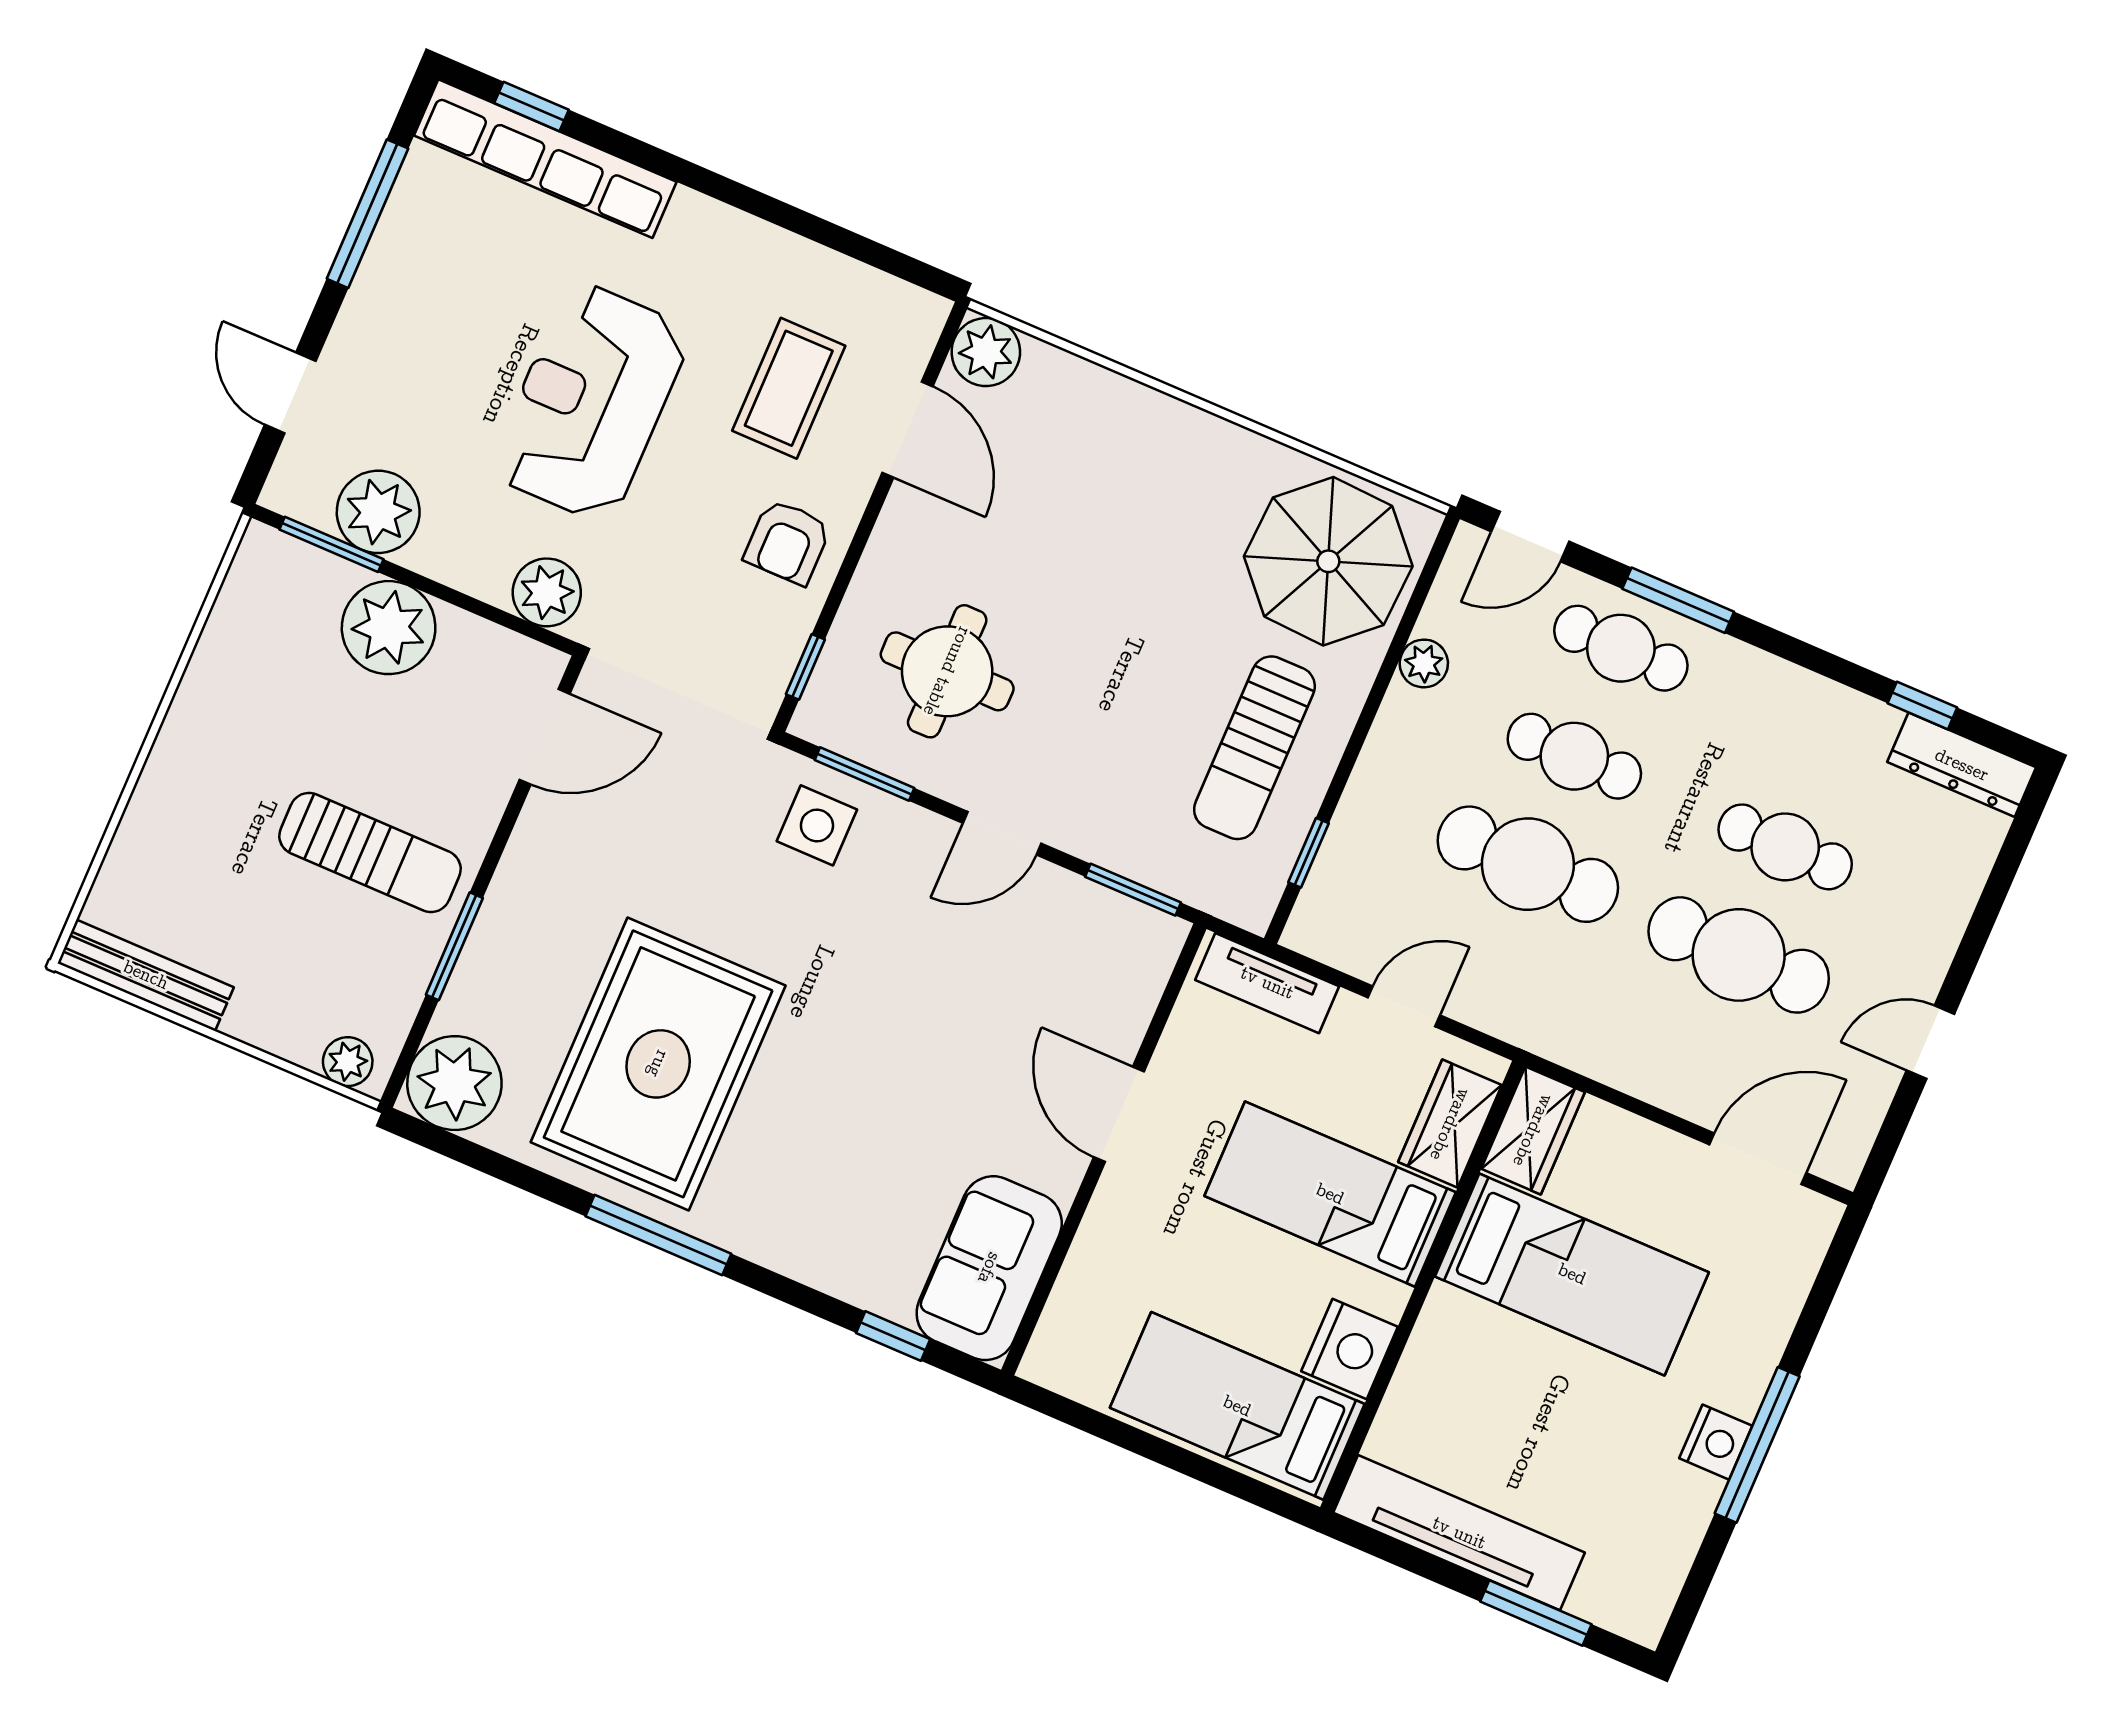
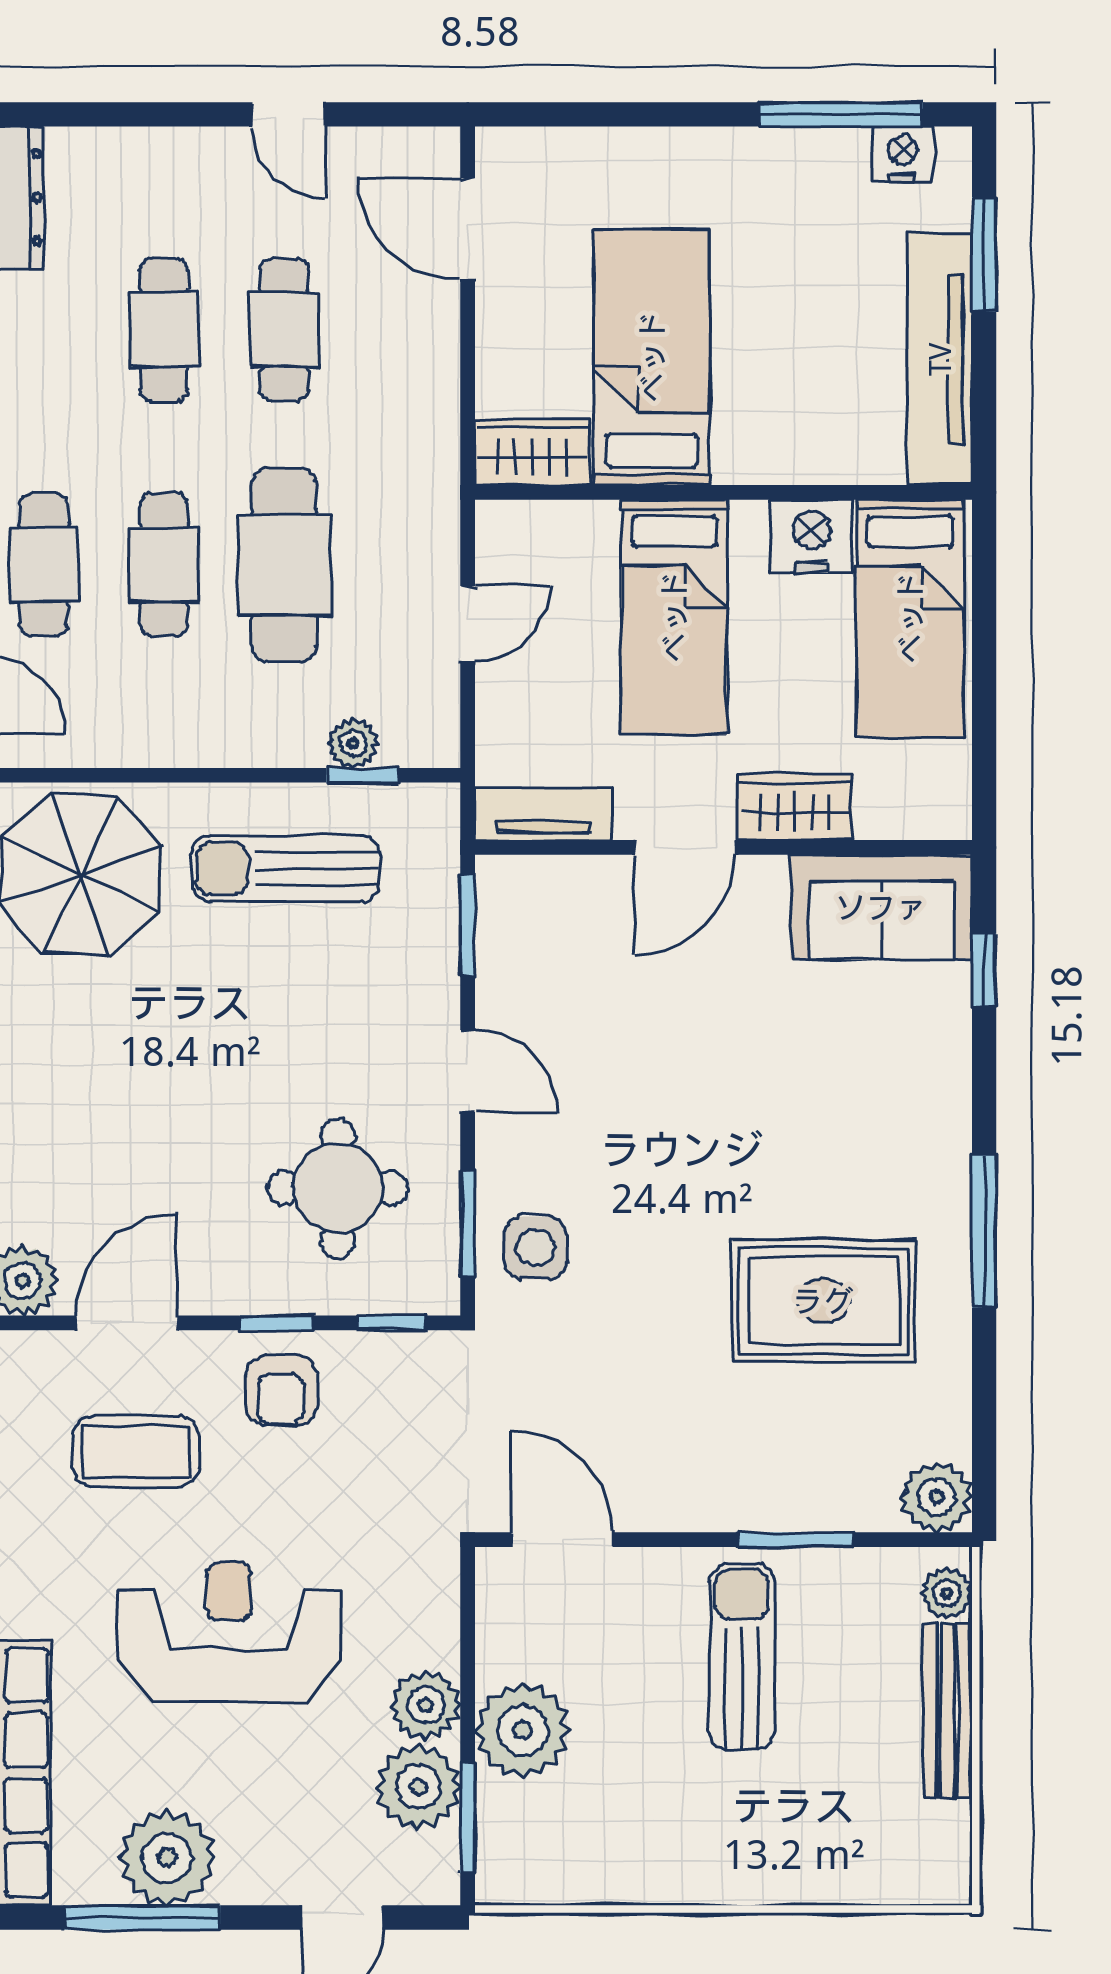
plant: (412, 259) -> (167, 1858), added
reception desk: (591, 402) -> (229, 1632), turned 180
armchair: (787, 542) -> (281, 1390), turned 90
window: (850, 564) -> (277, 1323), added
plant: (547, 592) -> (426, 1705), moved
plant: (1424, 663) -> (353, 743), moved
sun lounger: (1254, 748) -> (285, 868), turned 180
cafe table: (1739, 955) -> (284, 330), width x0.73, depth x0.74
bench: (146, 975) -> (948, 1711), moved
tv unit: (1267, 983) -> (544, 814), moved, turned -90
door: (1404, 1006) -> (468, 623), swing flipped
rug: (658, 1064) -> (823, 1301), width x0.73, depth x0.69
plant: (454, 1083) -> (937, 1497), width x0.73, depth x0.73
wardrobe: (1450, 1124) -> (795, 807), moved, turned 180
nightstand: (1716, 1442) -> (902, 154), moved
window: (1757, 1445) -> (841, 114), moved

